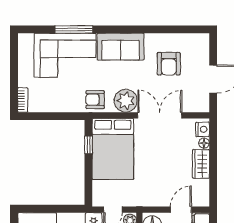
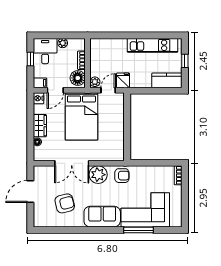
armchair: (169, 64) -> (65, 203), turned 76
nightstand: (203, 129) -> (38, 98), moved
window: (88, 145) -> (127, 140), removed
bed: (113, 149) -> (81, 116), moved, turned 180

